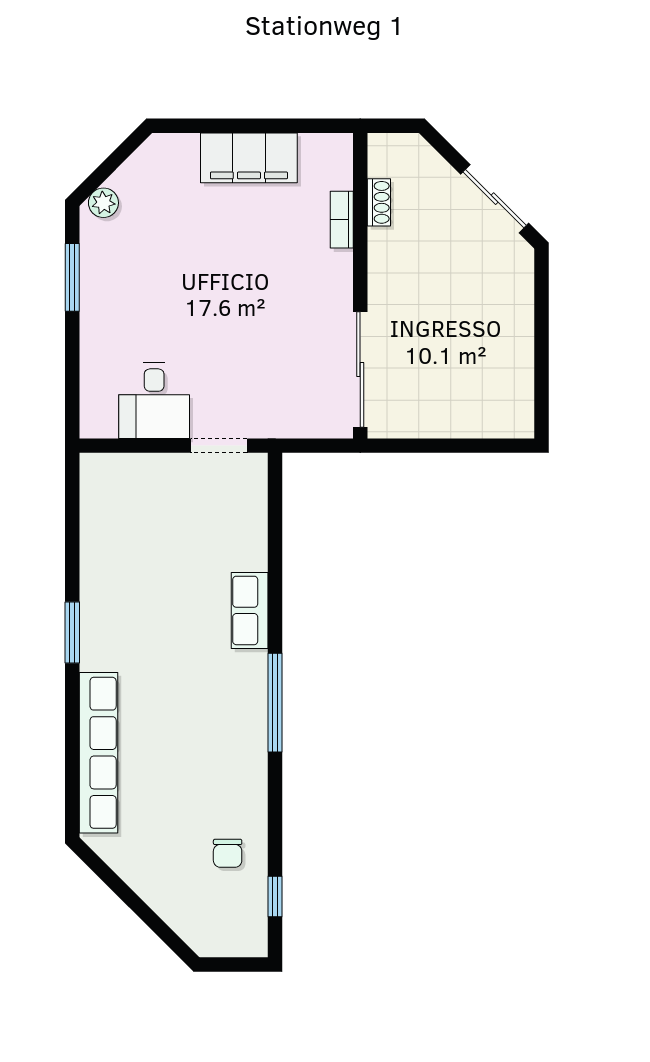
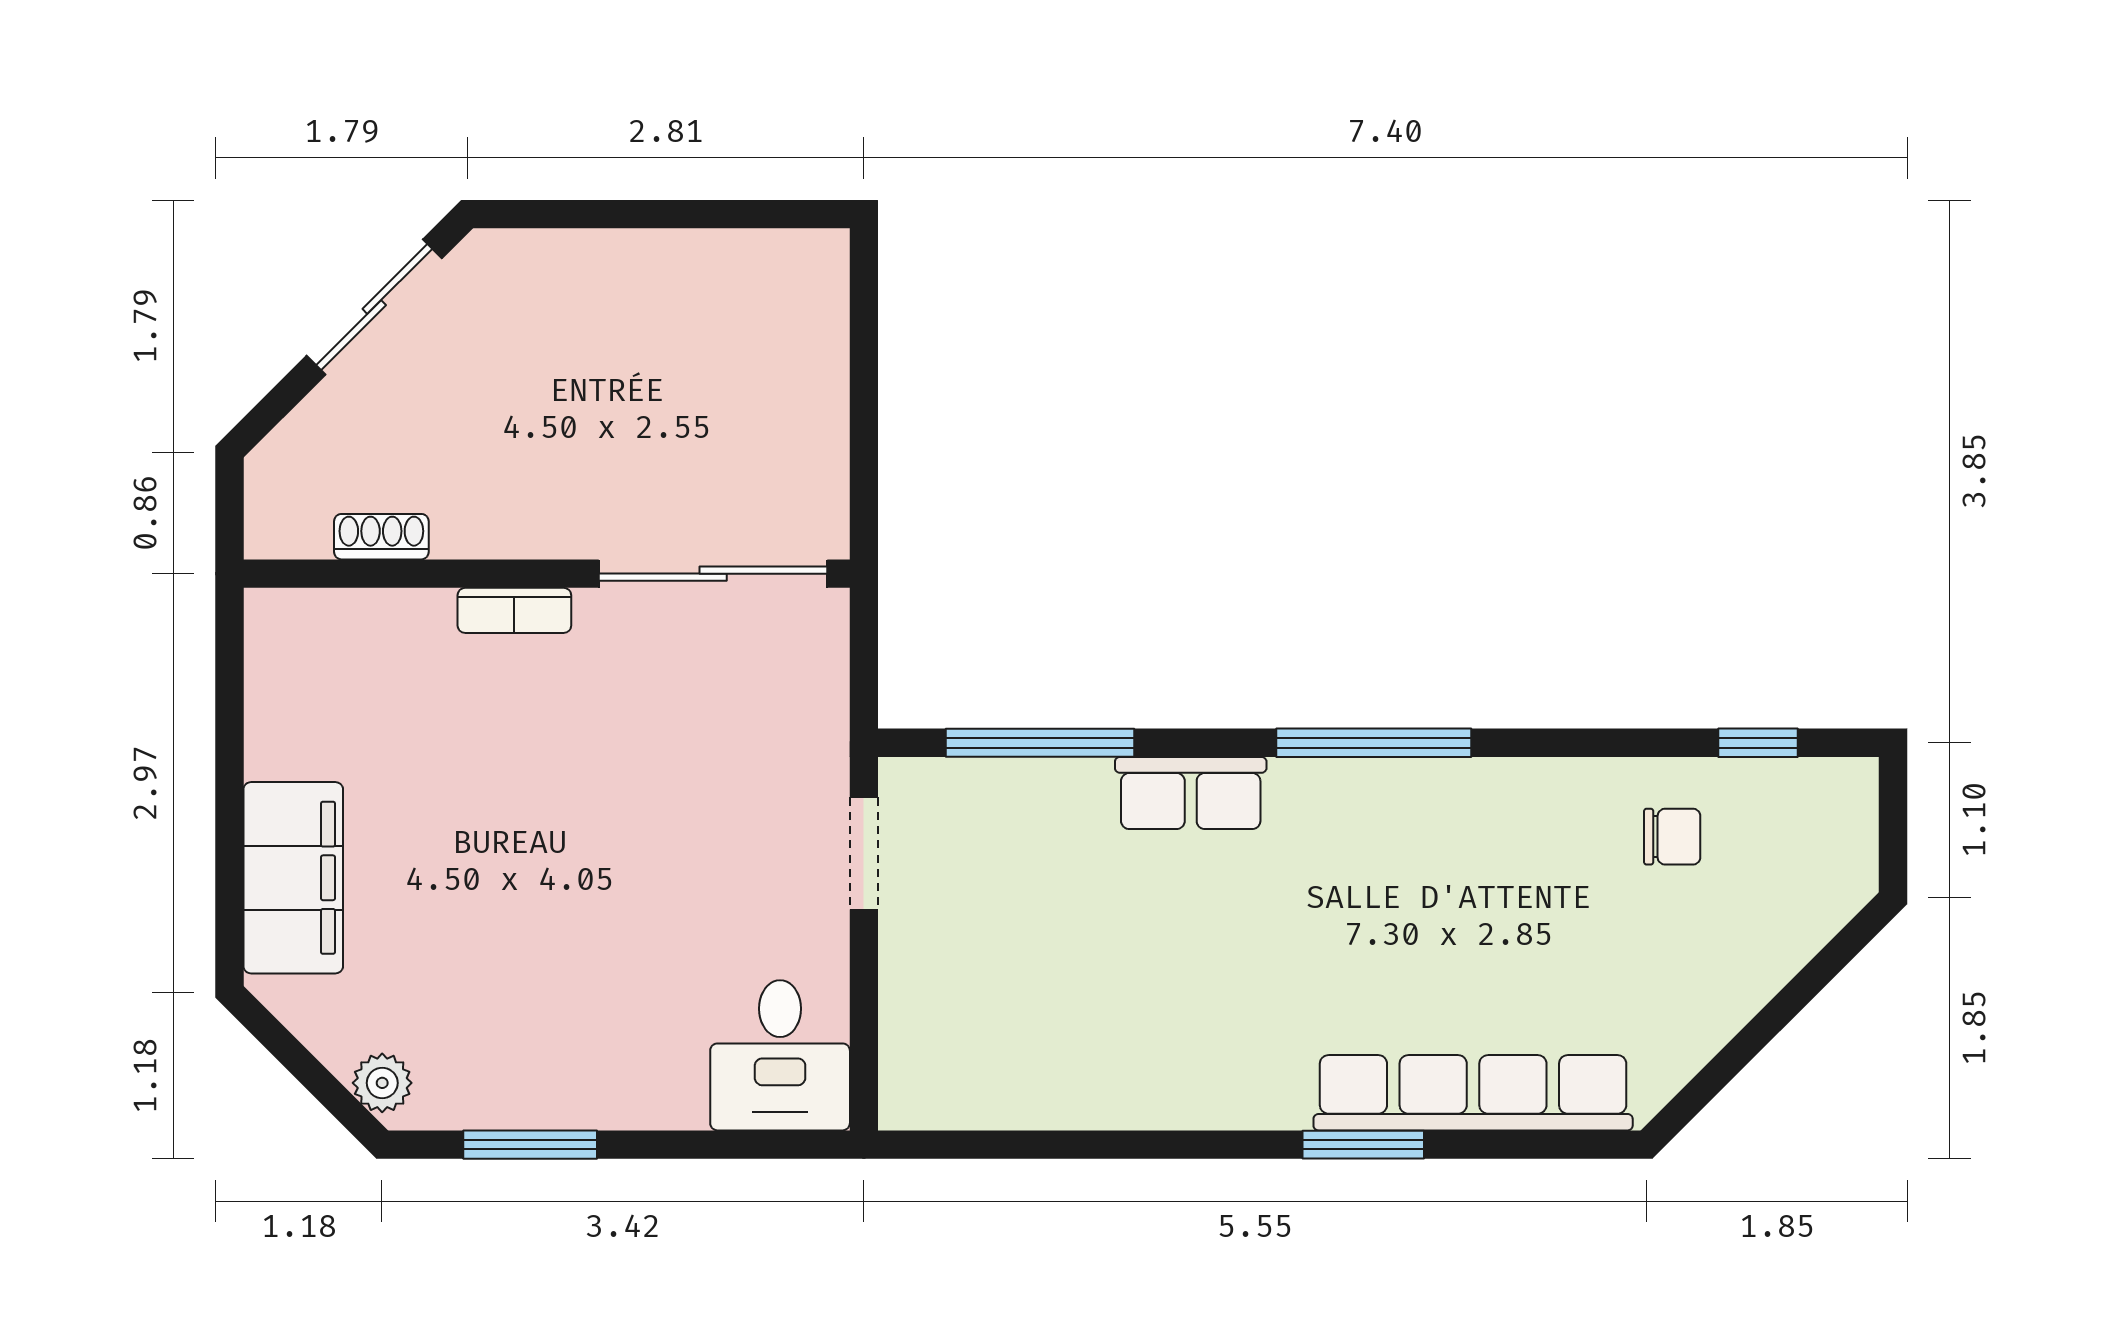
filing cabinet: (249, 158) -> (293, 878), moved
bookcase: (342, 220) -> (514, 610), moved
desk: (154, 401) -> (780, 1055), moved, turned 90
window: (275, 534) -> (1040, 743), added
window: (72, 633) -> (1363, 1145), moved

